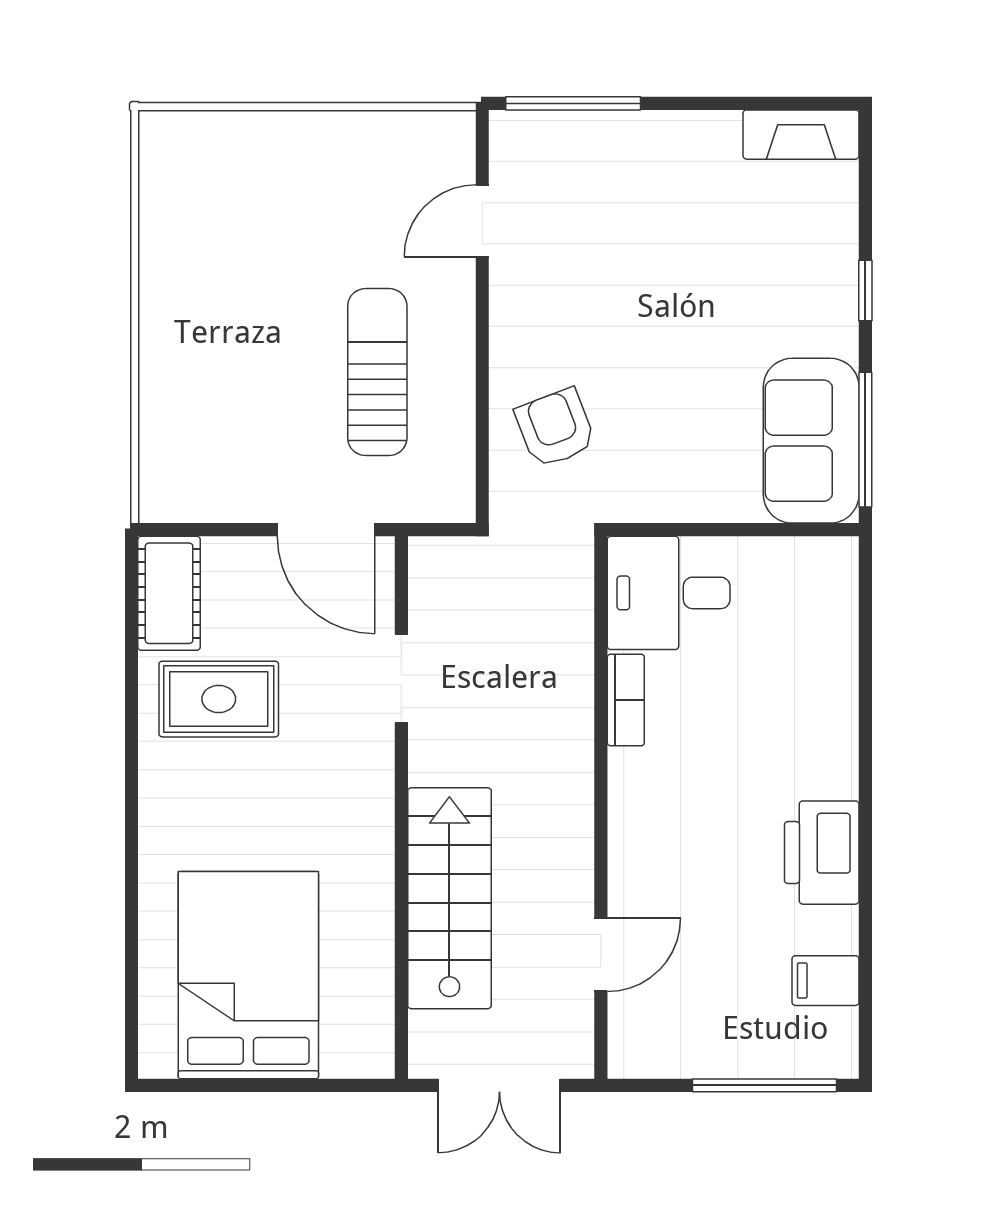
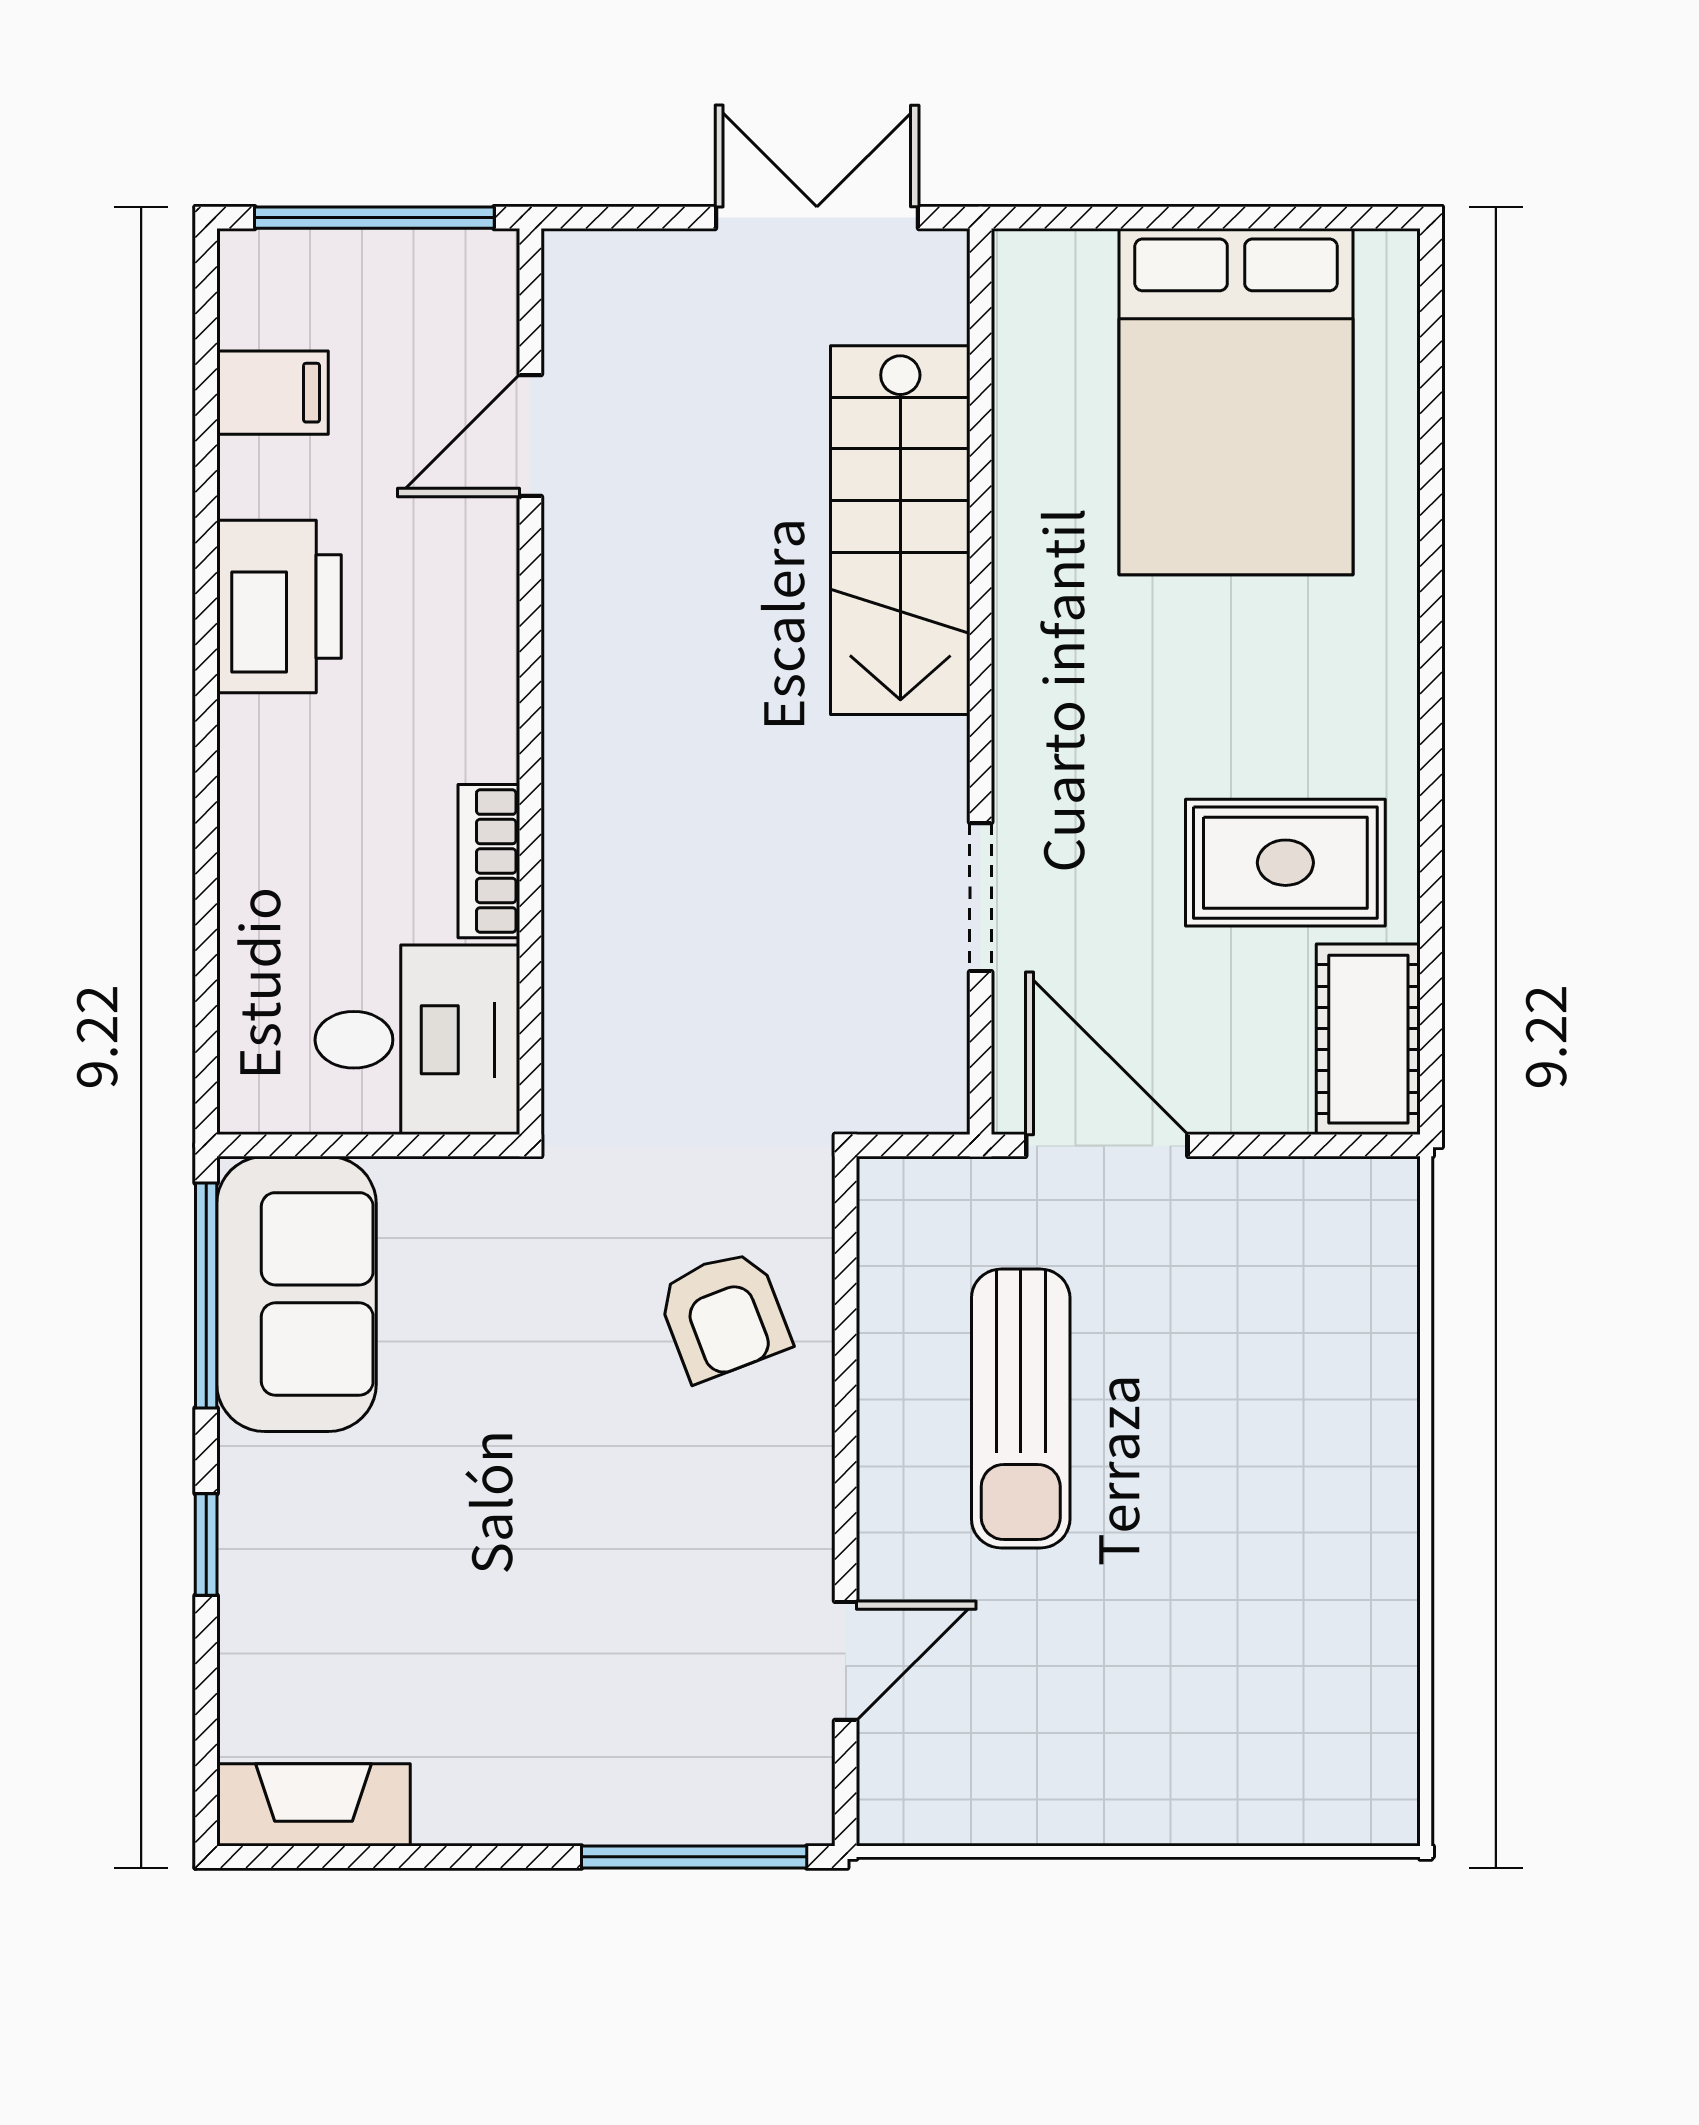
desk: (669, 593) -> (417, 1040), moved
bookcase: (626, 700) -> (489, 861), moved
wall: (601, 808) -> (530, 682), moved
door: (601, 955) -> (530, 435), moved

